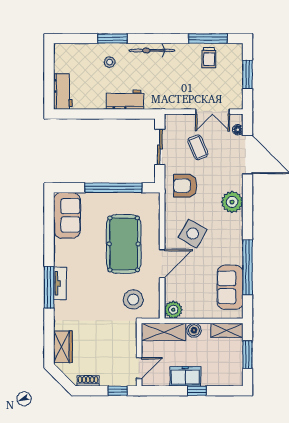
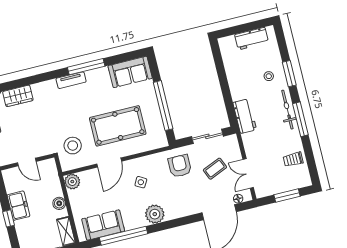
window: (208, 39) -> (300, 119), moved
workbench: (63, 91) -> (252, 39), moved
workbench: (125, 100) -> (245, 116), moved
plant: (232, 202) -> (155, 214), moved
side table: (193, 234) -> (141, 182), width x0.54, depth x0.54
door: (162, 264) -> (109, 163), hinge flipped
window: (49, 287) -> (86, 67), moved
shelving: (163, 332) -> (51, 178), removed
door: (139, 368) -> (27, 162), moved

